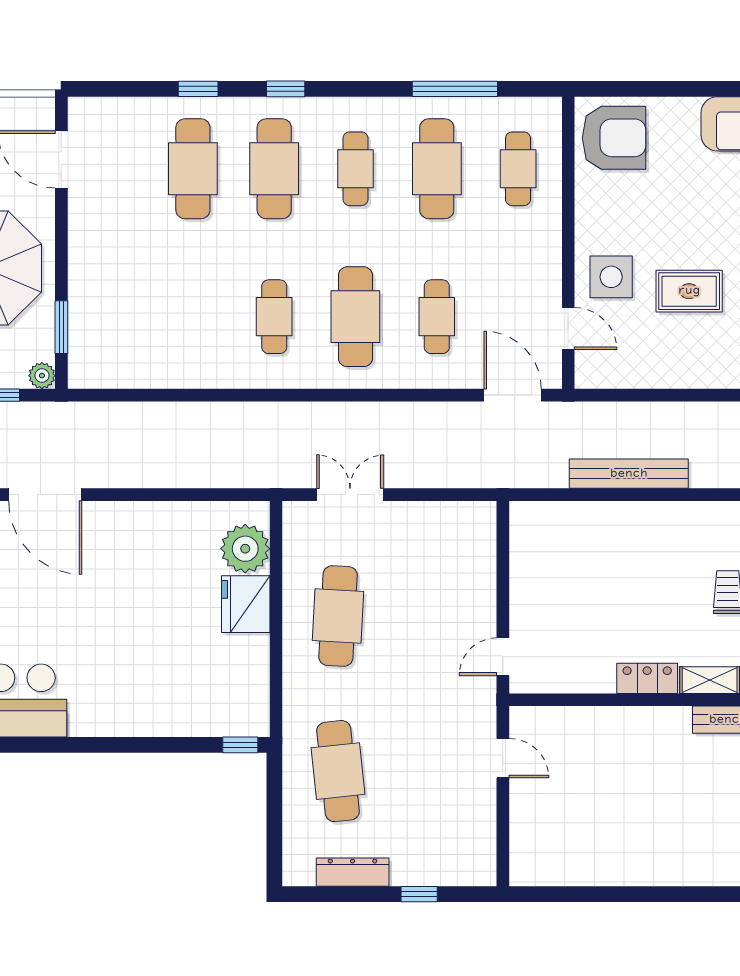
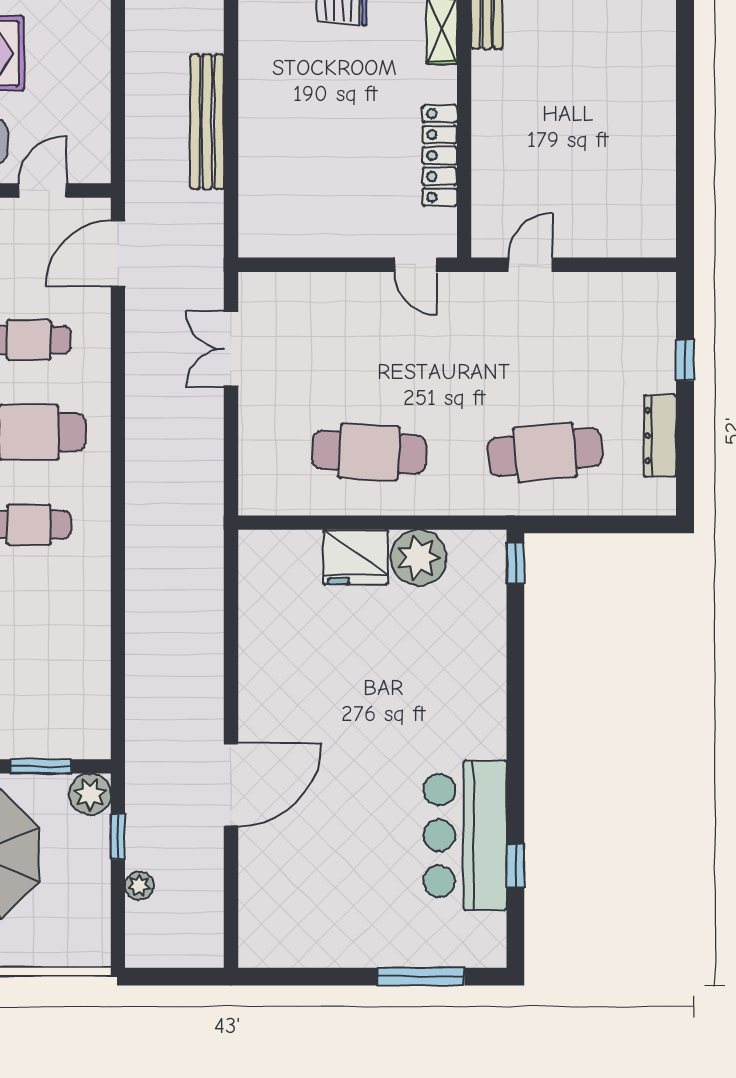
plant: (42, 376) -> (90, 794), width x1.38, depth x1.38
double door: (350, 495) -> (231, 349), moved
plant: (245, 549) -> (419, 558), moved
locker: (647, 678) -> (440, 155), moved, width x1.53

